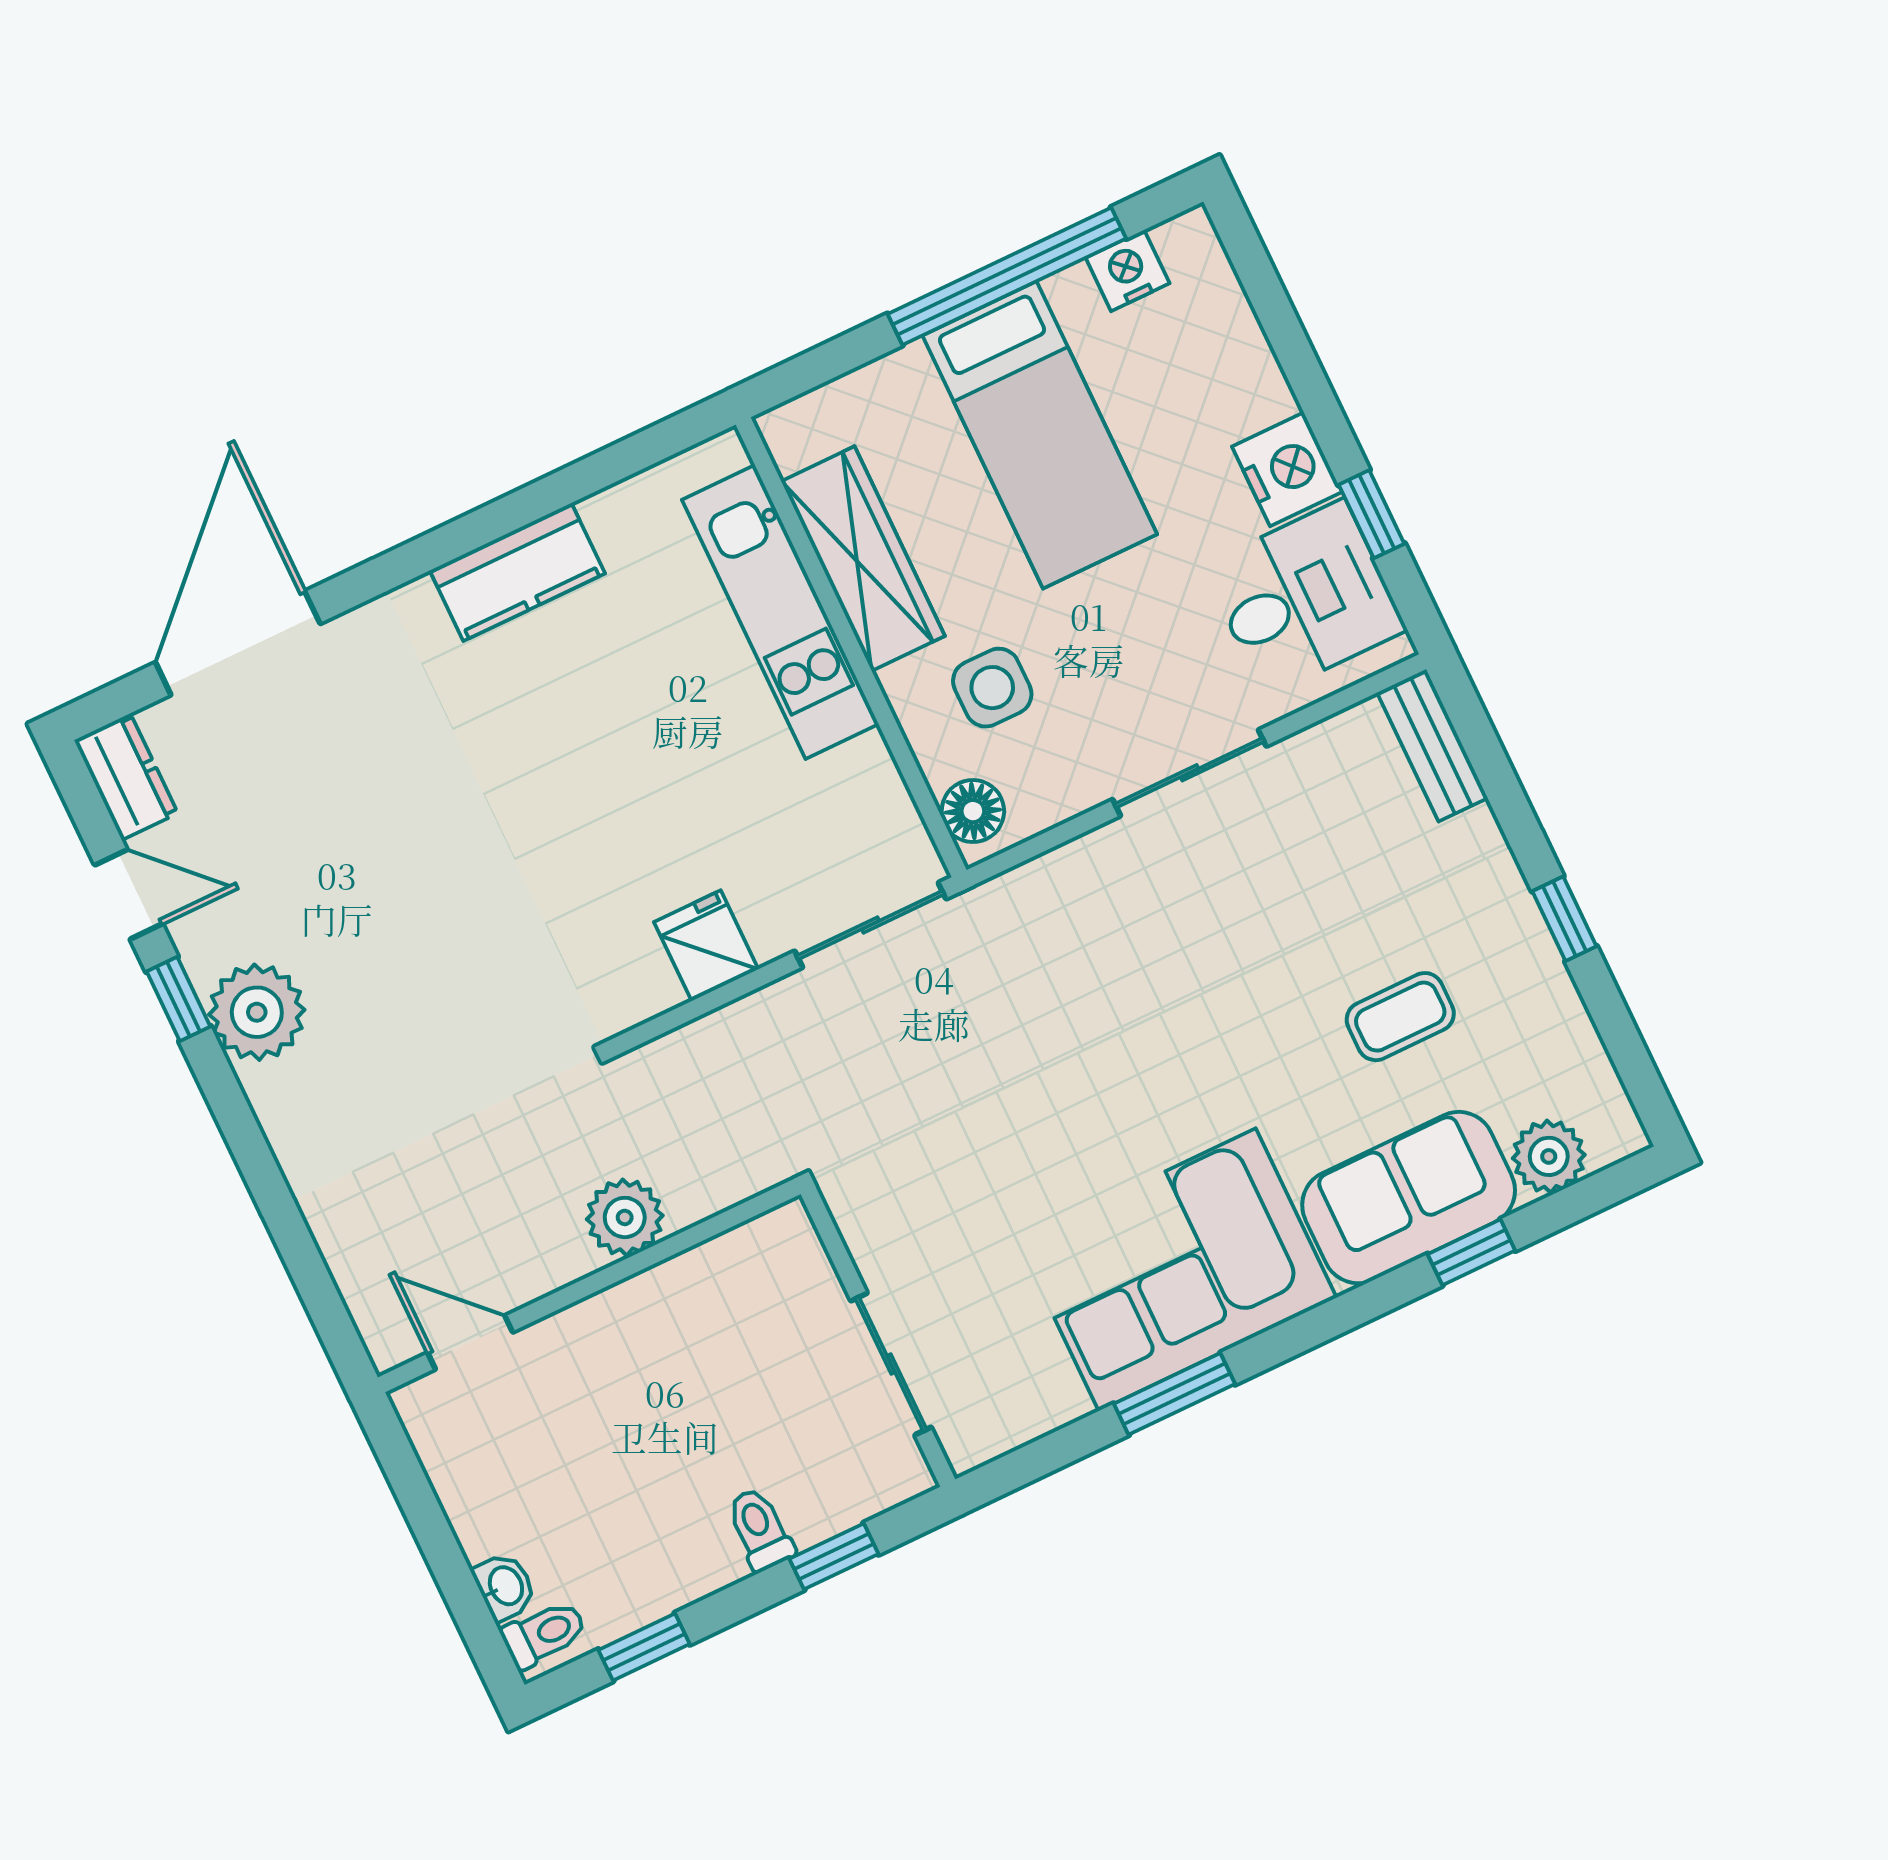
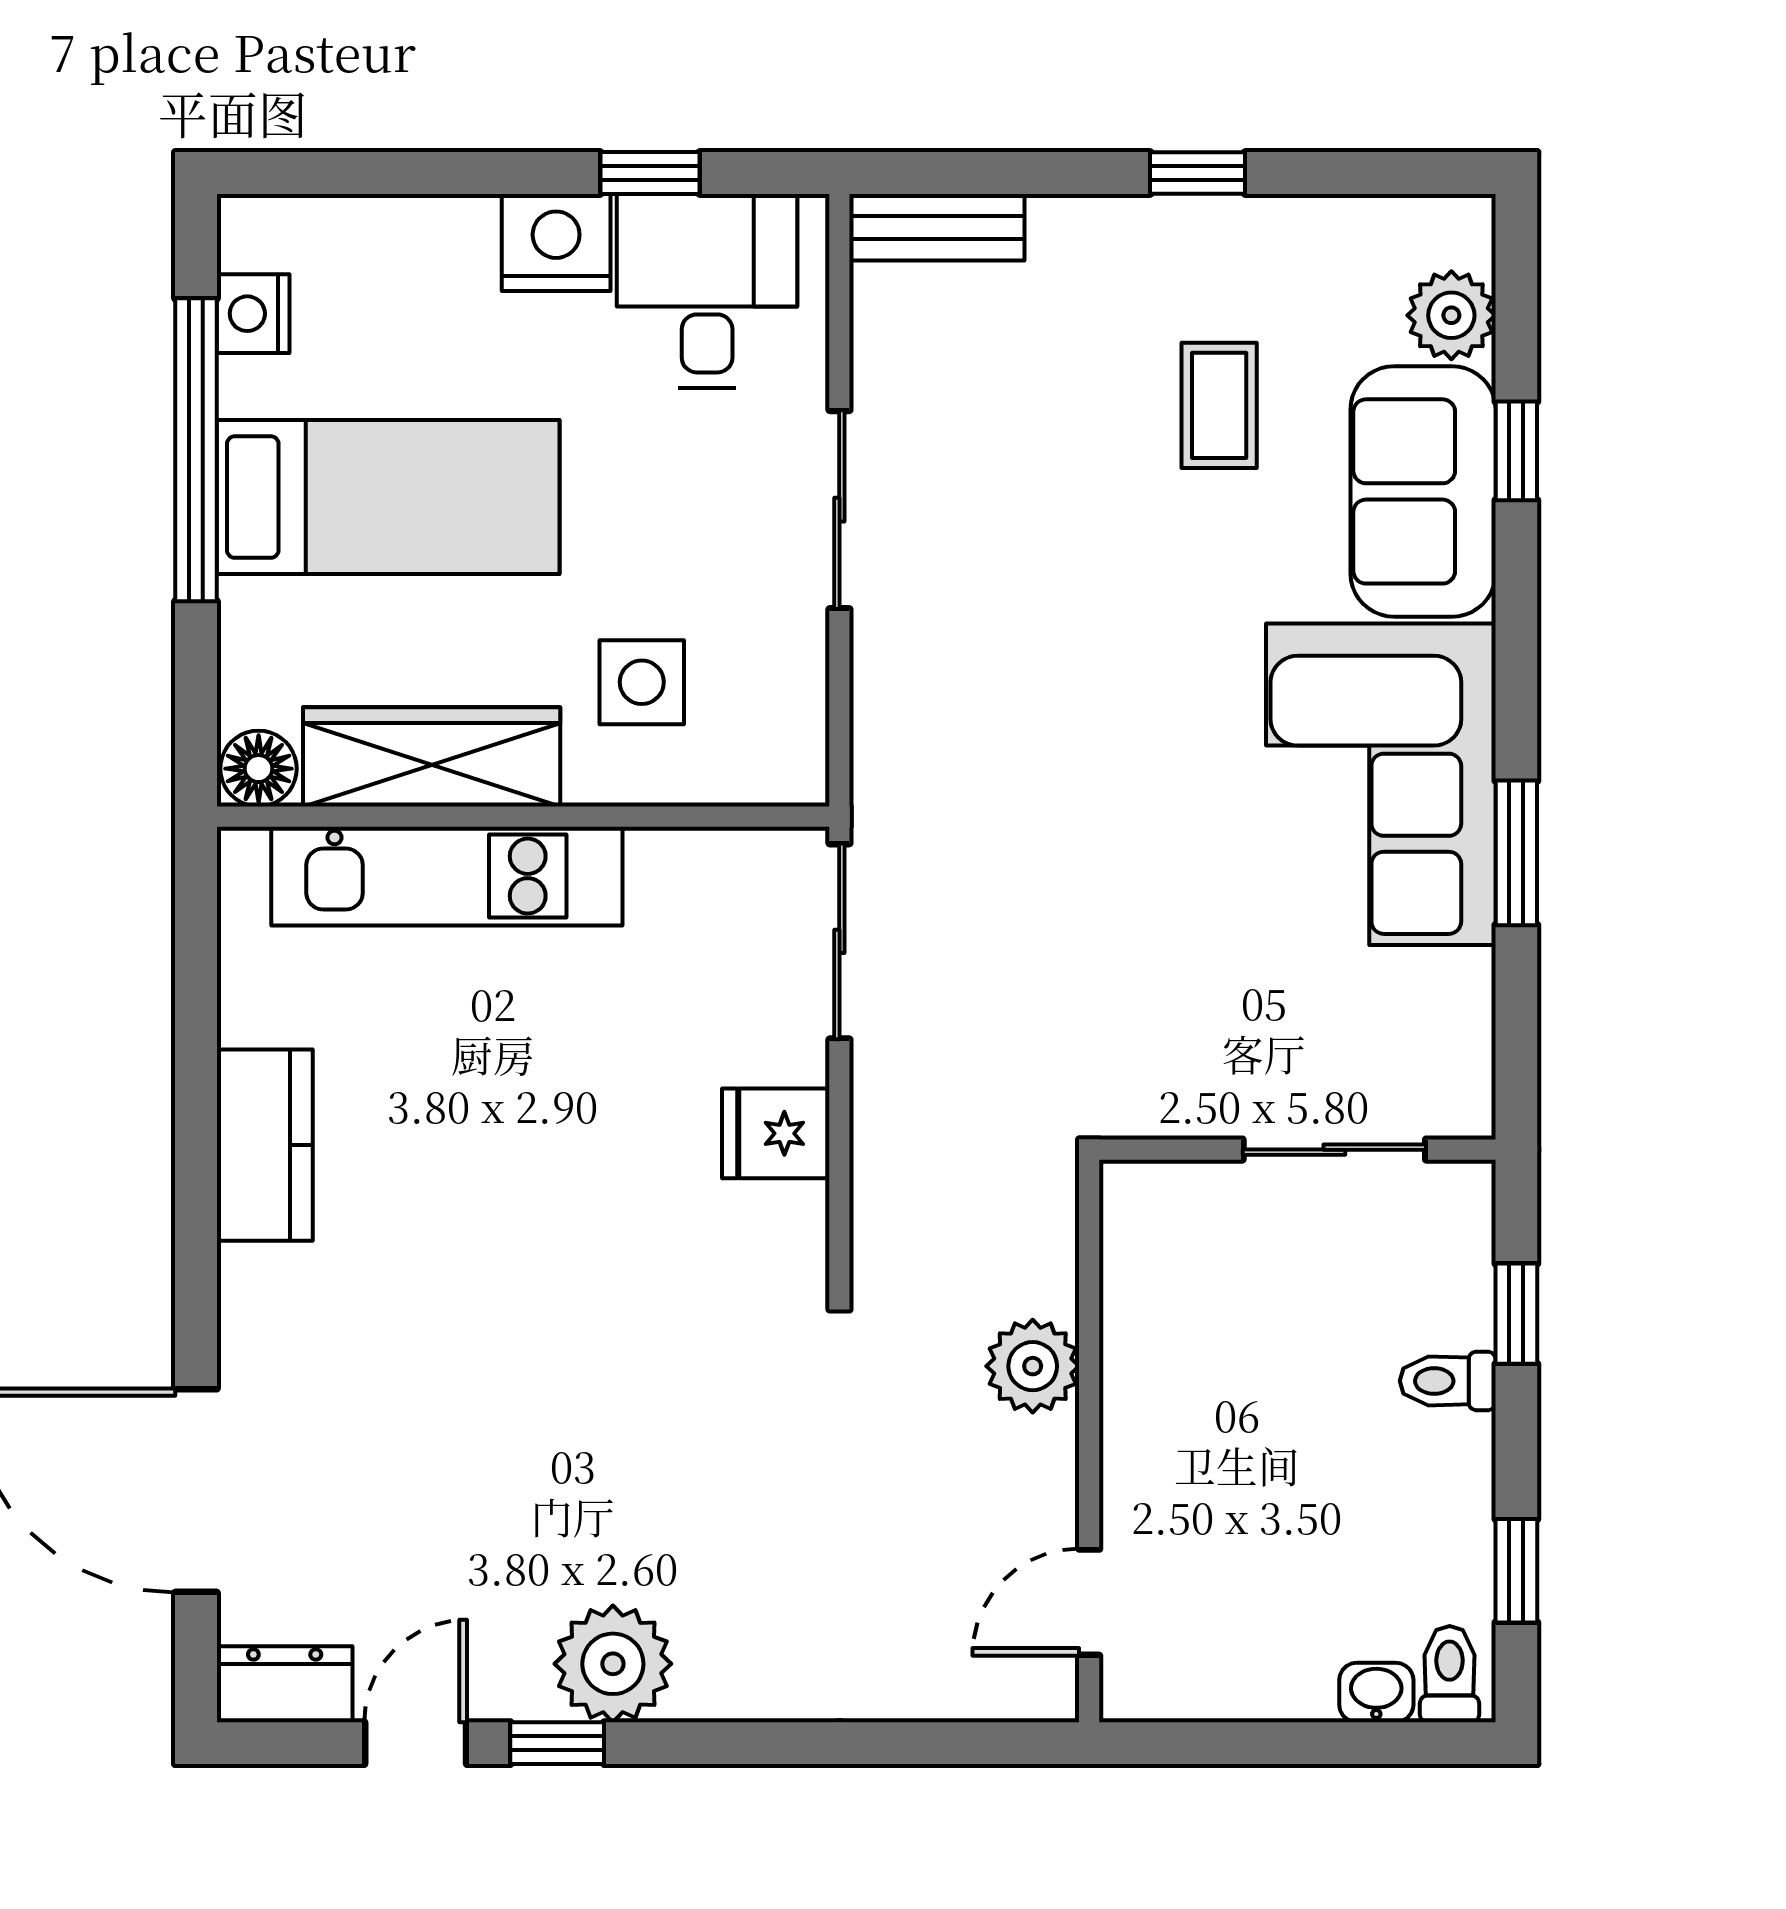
floor lamp: (973, 811) -> (259, 769), moved

